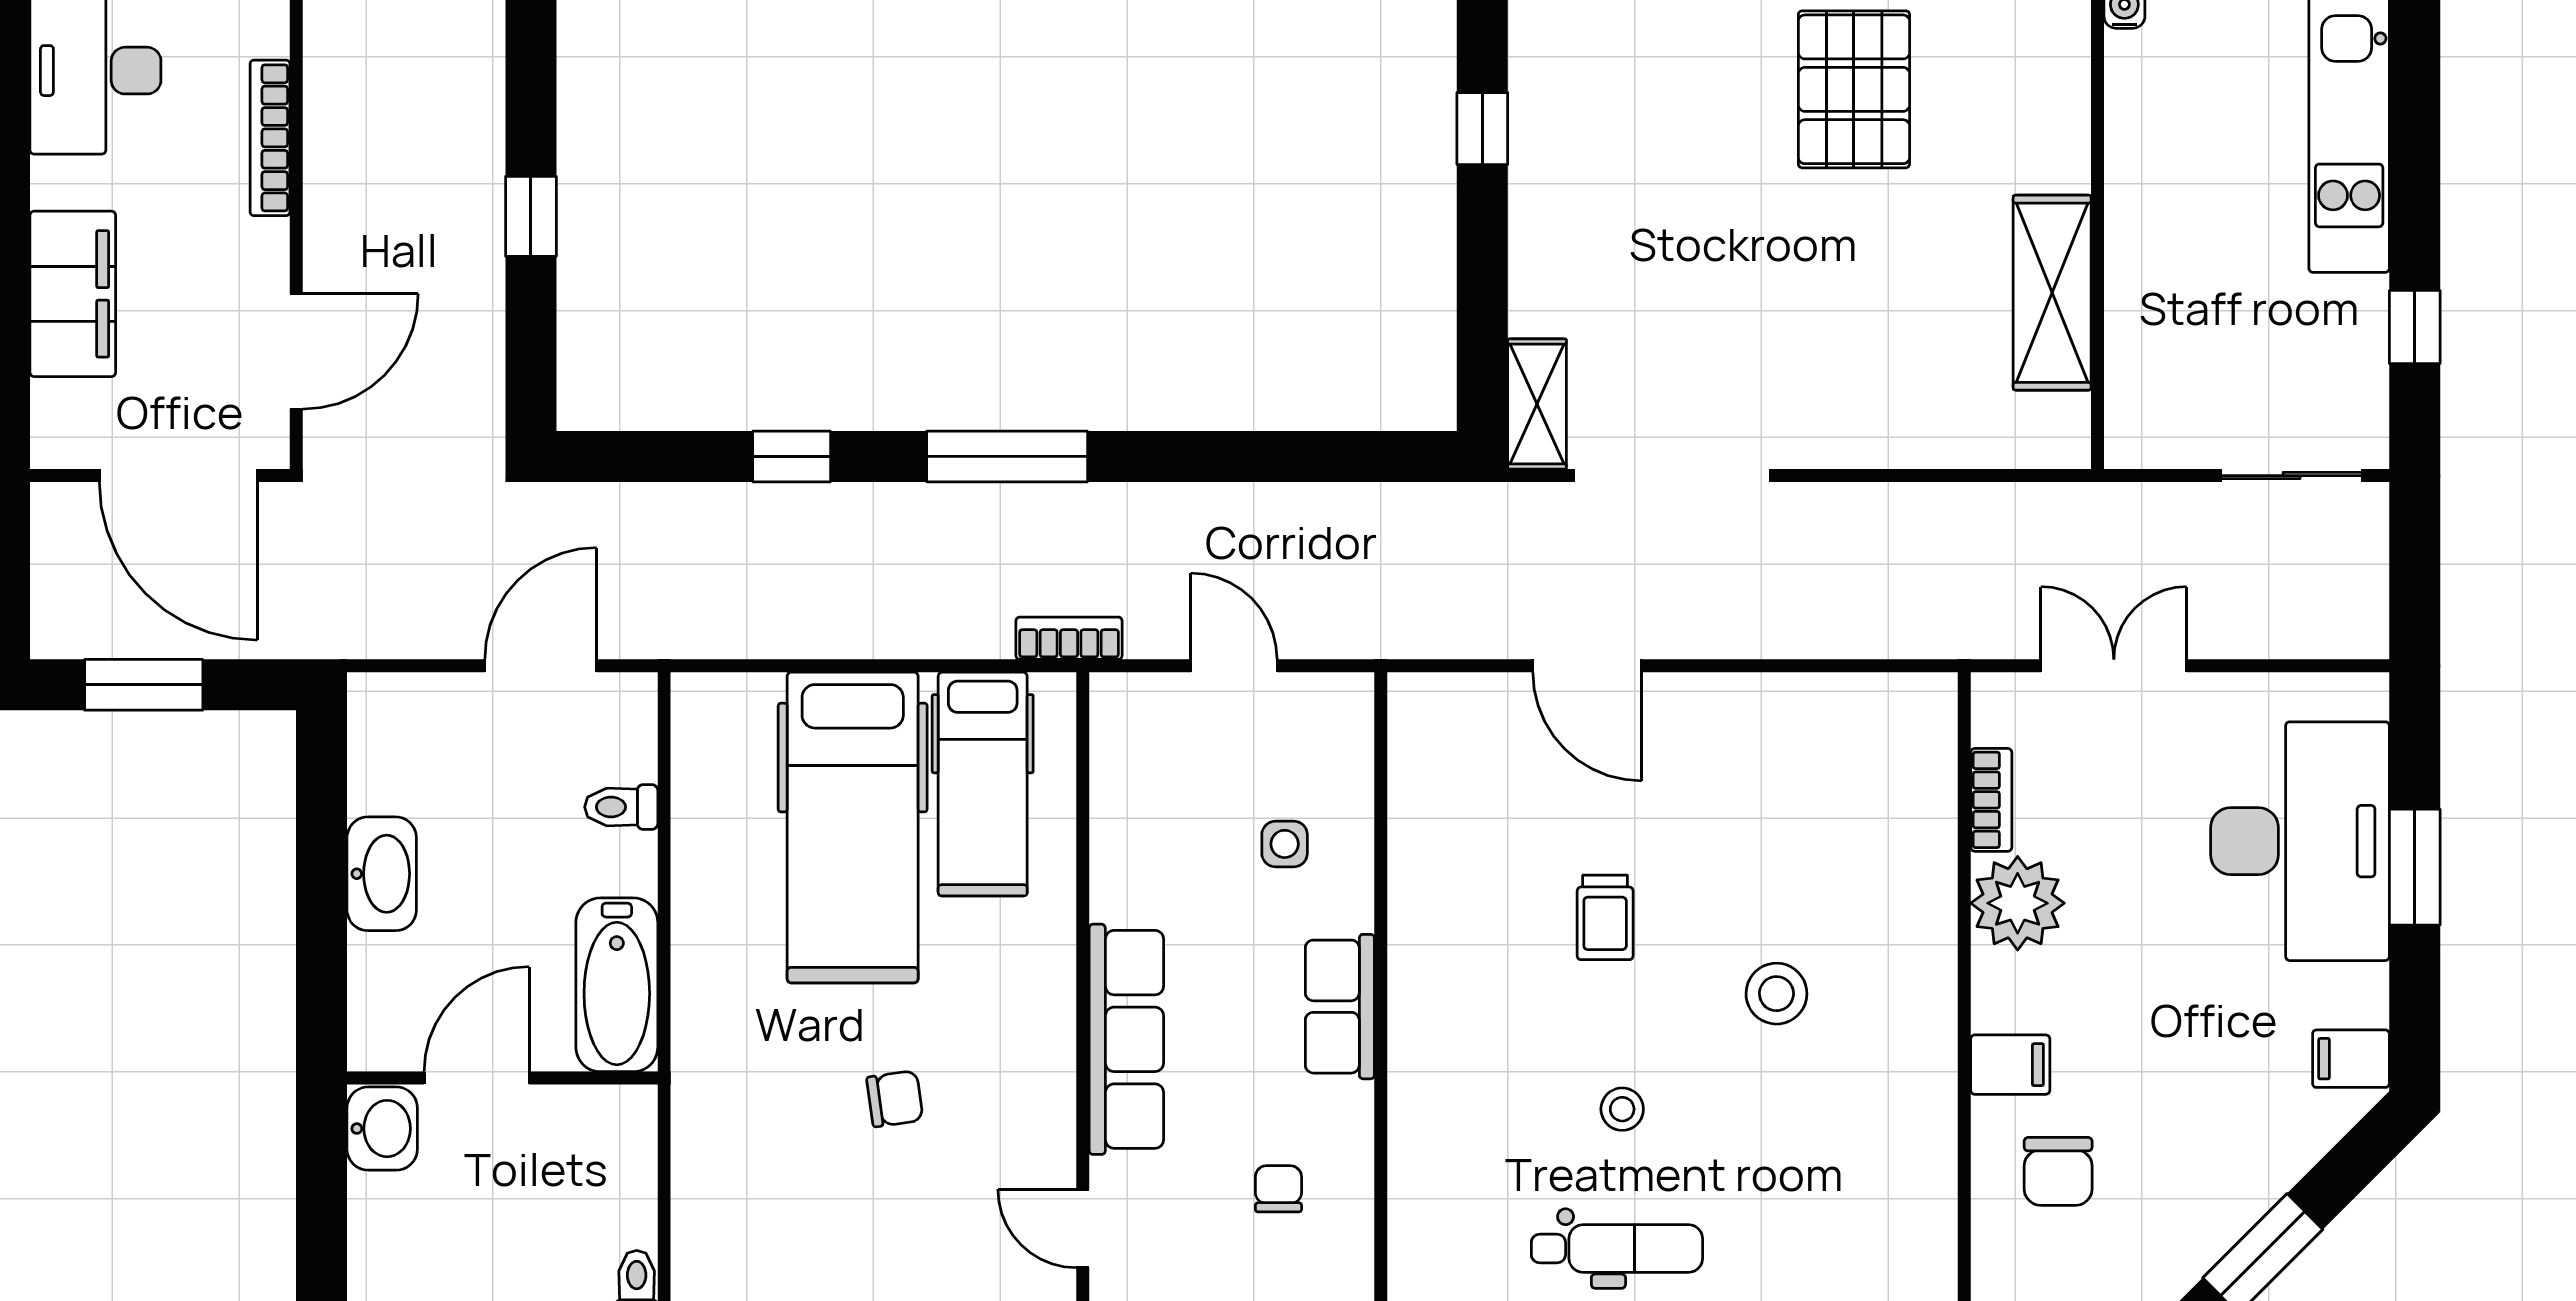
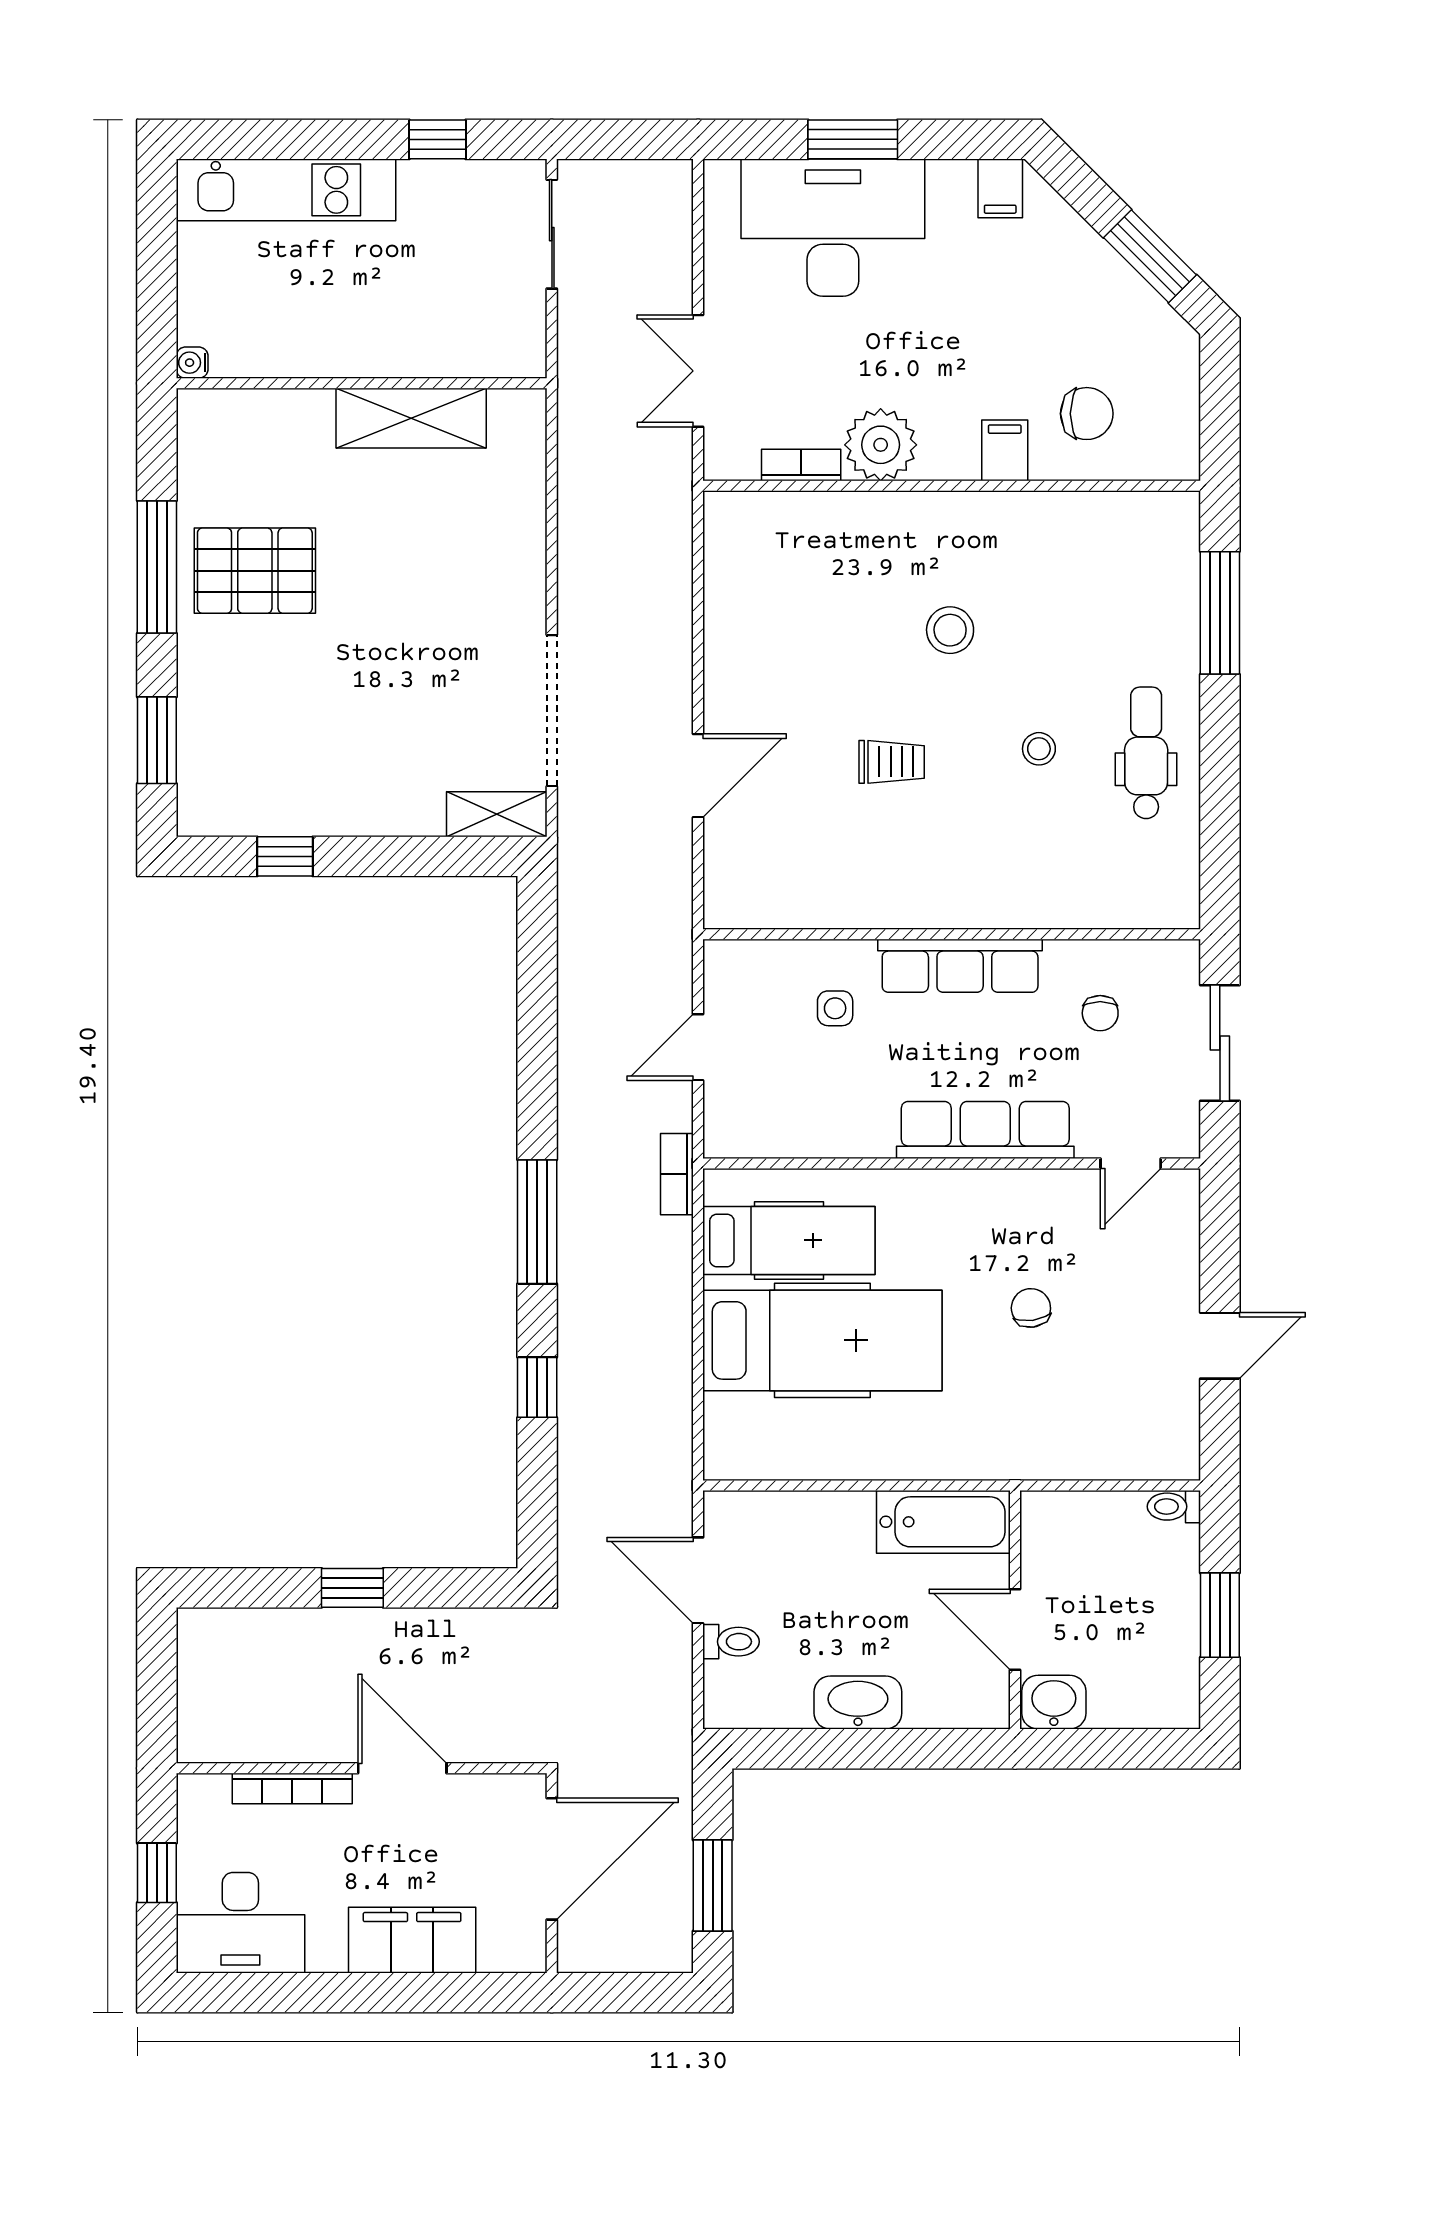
door: (296, 351) -> (402, 1768), moved
toilet: (621, 807) -> (731, 1642), moved, turned -90
row of seats: (1340, 1007) -> (960, 966), width x1.48
chair: (1278, 1189) -> (1100, 1013), turned -90

